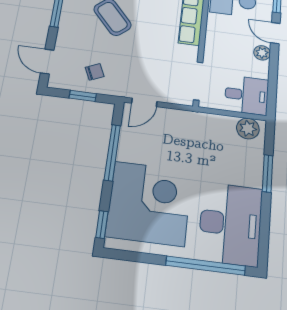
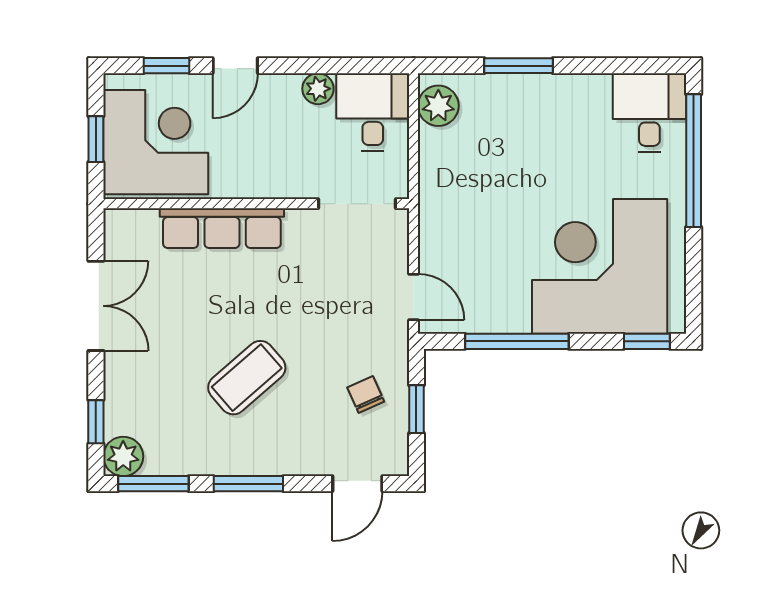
plant: (262, 53) -> (318, 89), moved
desk: (230, 224) -> (649, 113), width x0.53, depth x0.77

